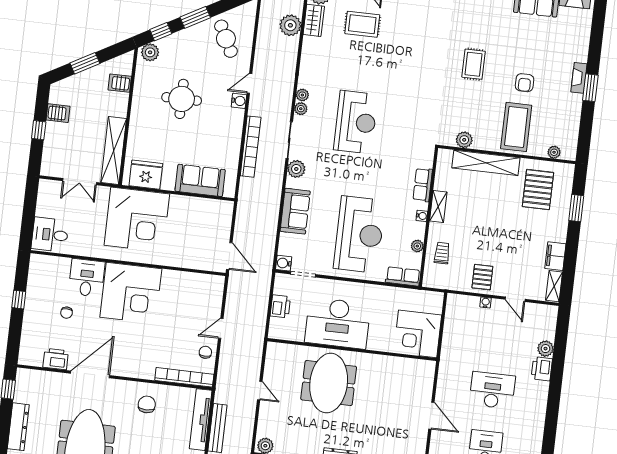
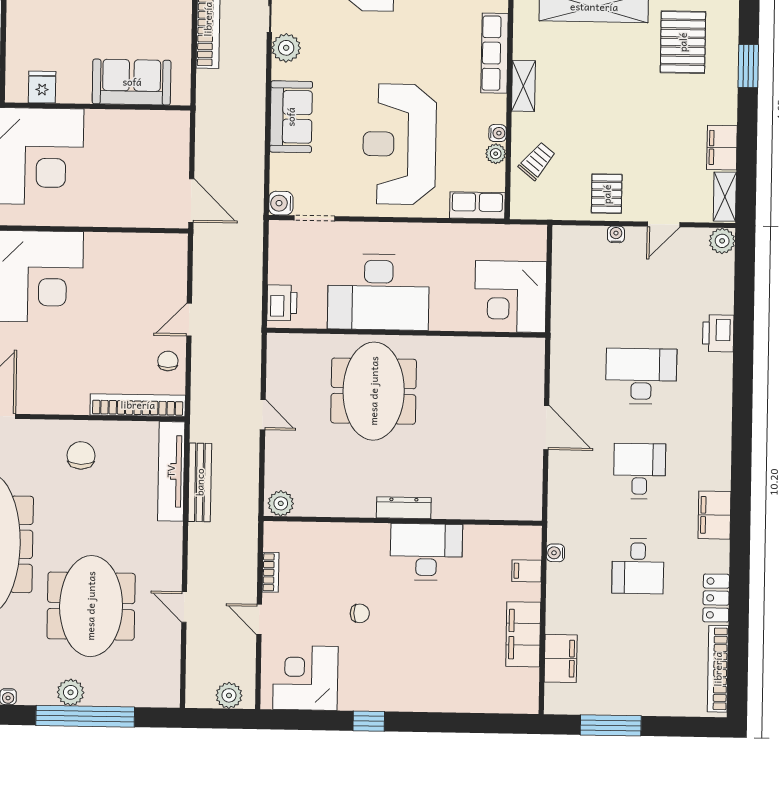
fridge: (146, 175) -> (42, 87), width x0.53, depth x0.75
row of seats: (423, 185) -> (495, 53), width x1.48
water cooler: (422, 216) -> (498, 133), moved
reception desk: (359, 234) -> (399, 144), turned 180
trolley: (442, 253) -> (537, 161), turned 39
door: (515, 299) -> (664, 224), hinge flipped
printer: (280, 306) -> (282, 303), moved
plant: (546, 349) -> (722, 241), moved

